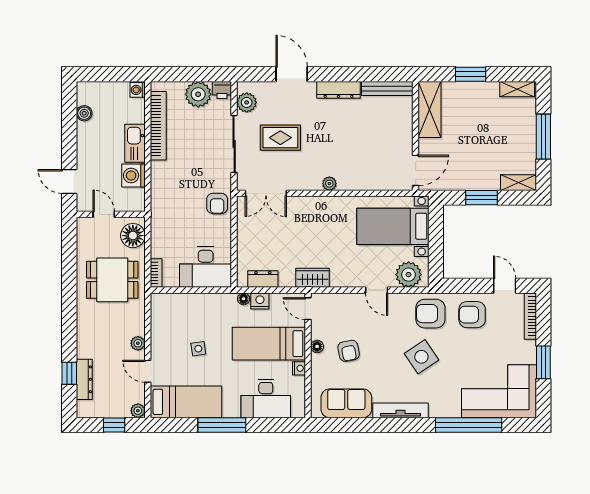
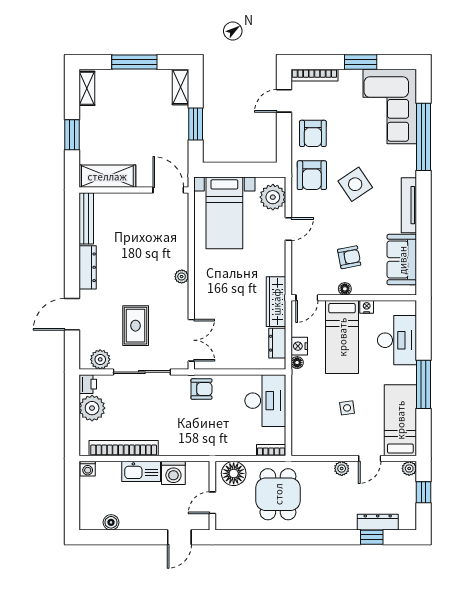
wardrobe: (313, 278) -> (276, 302), width x1.50

